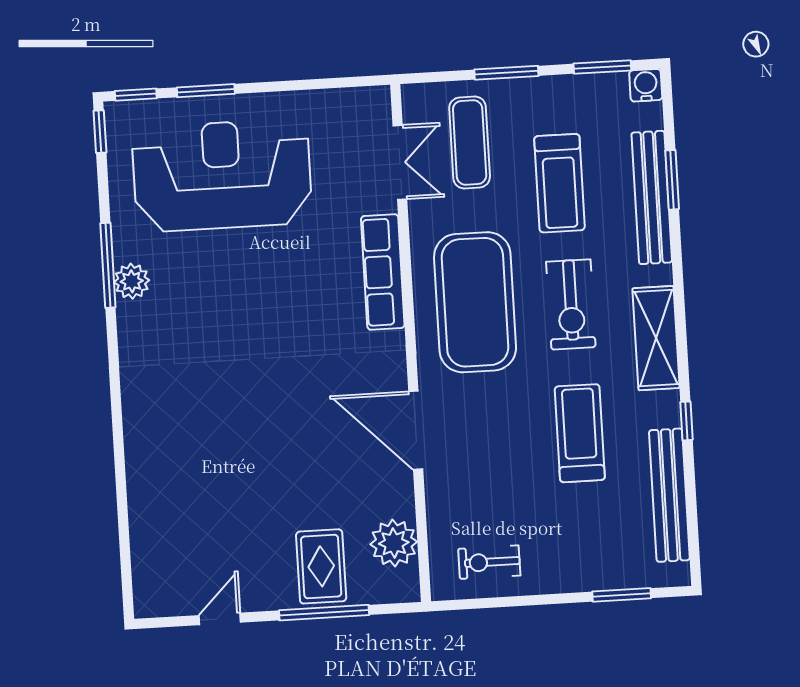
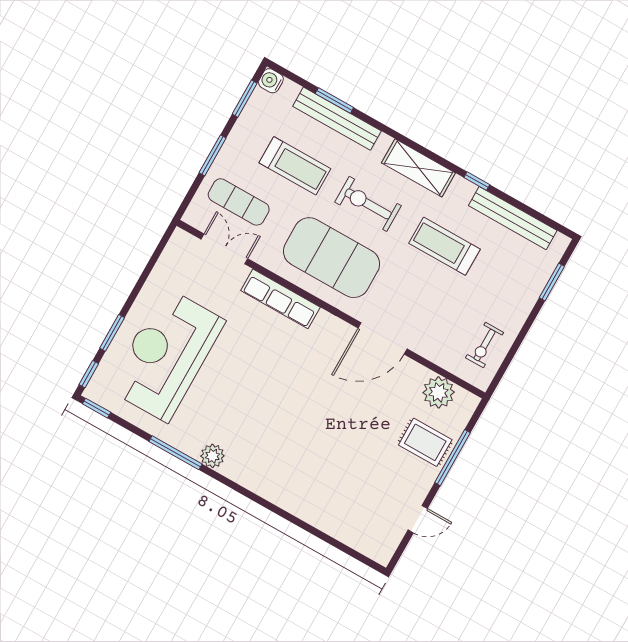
plant: (132, 281) -> (212, 456), moved
exercise bike: (571, 304) -> (368, 204), turned 180
door: (220, 619) -> (418, 519), swing flipped

